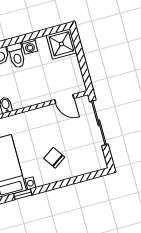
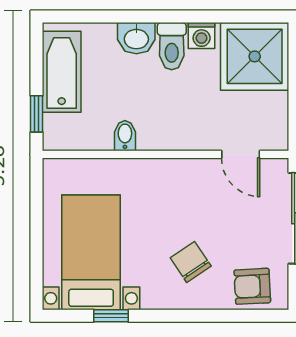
shower: (61, 44) -> (255, 56), width x1.37, depth x1.37
armchair: (87, 161) -> (252, 286), added

